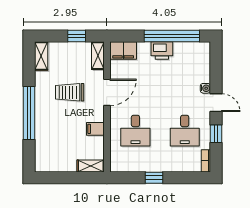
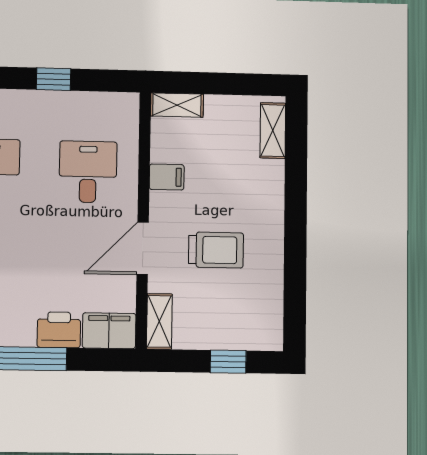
window: (77, 36) -> (228, 362), moved
printer: (162, 51) -> (59, 330), moved
shelving: (41, 56) -> (273, 130), moved
window: (29, 113) -> (296, 211), removed

